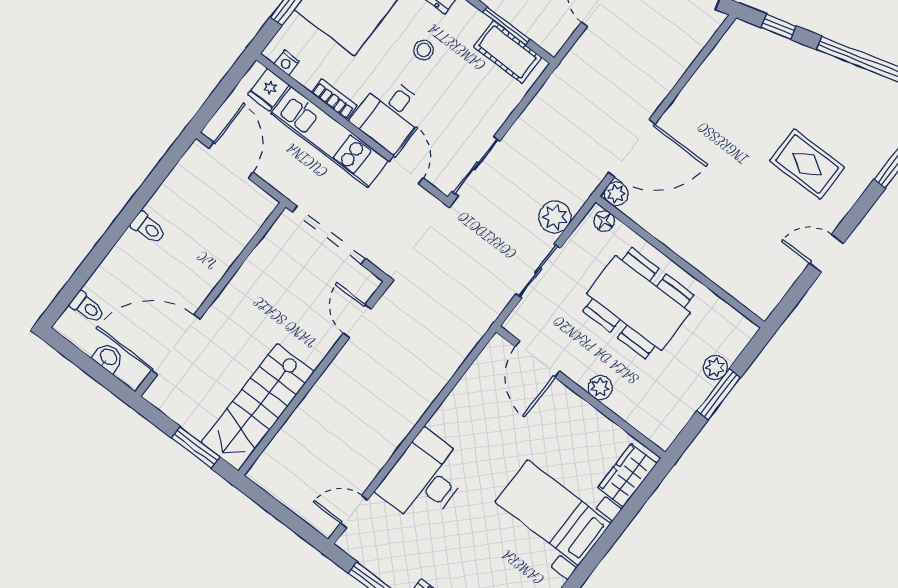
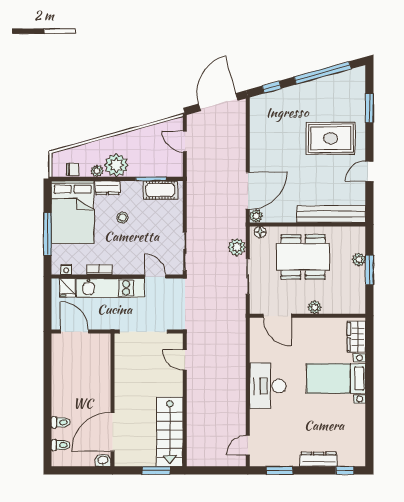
desk: (389, 114) -> (129, 257), removed
rug: (807, 164) -> (331, 138), width x1.36, depth x1.43
toilet: (148, 228) -> (61, 422), moved
bench: (725, 273) -> (331, 214), added
washbasin: (108, 358) -> (103, 460), moved
desk: (425, 478) -> (268, 386), moved

